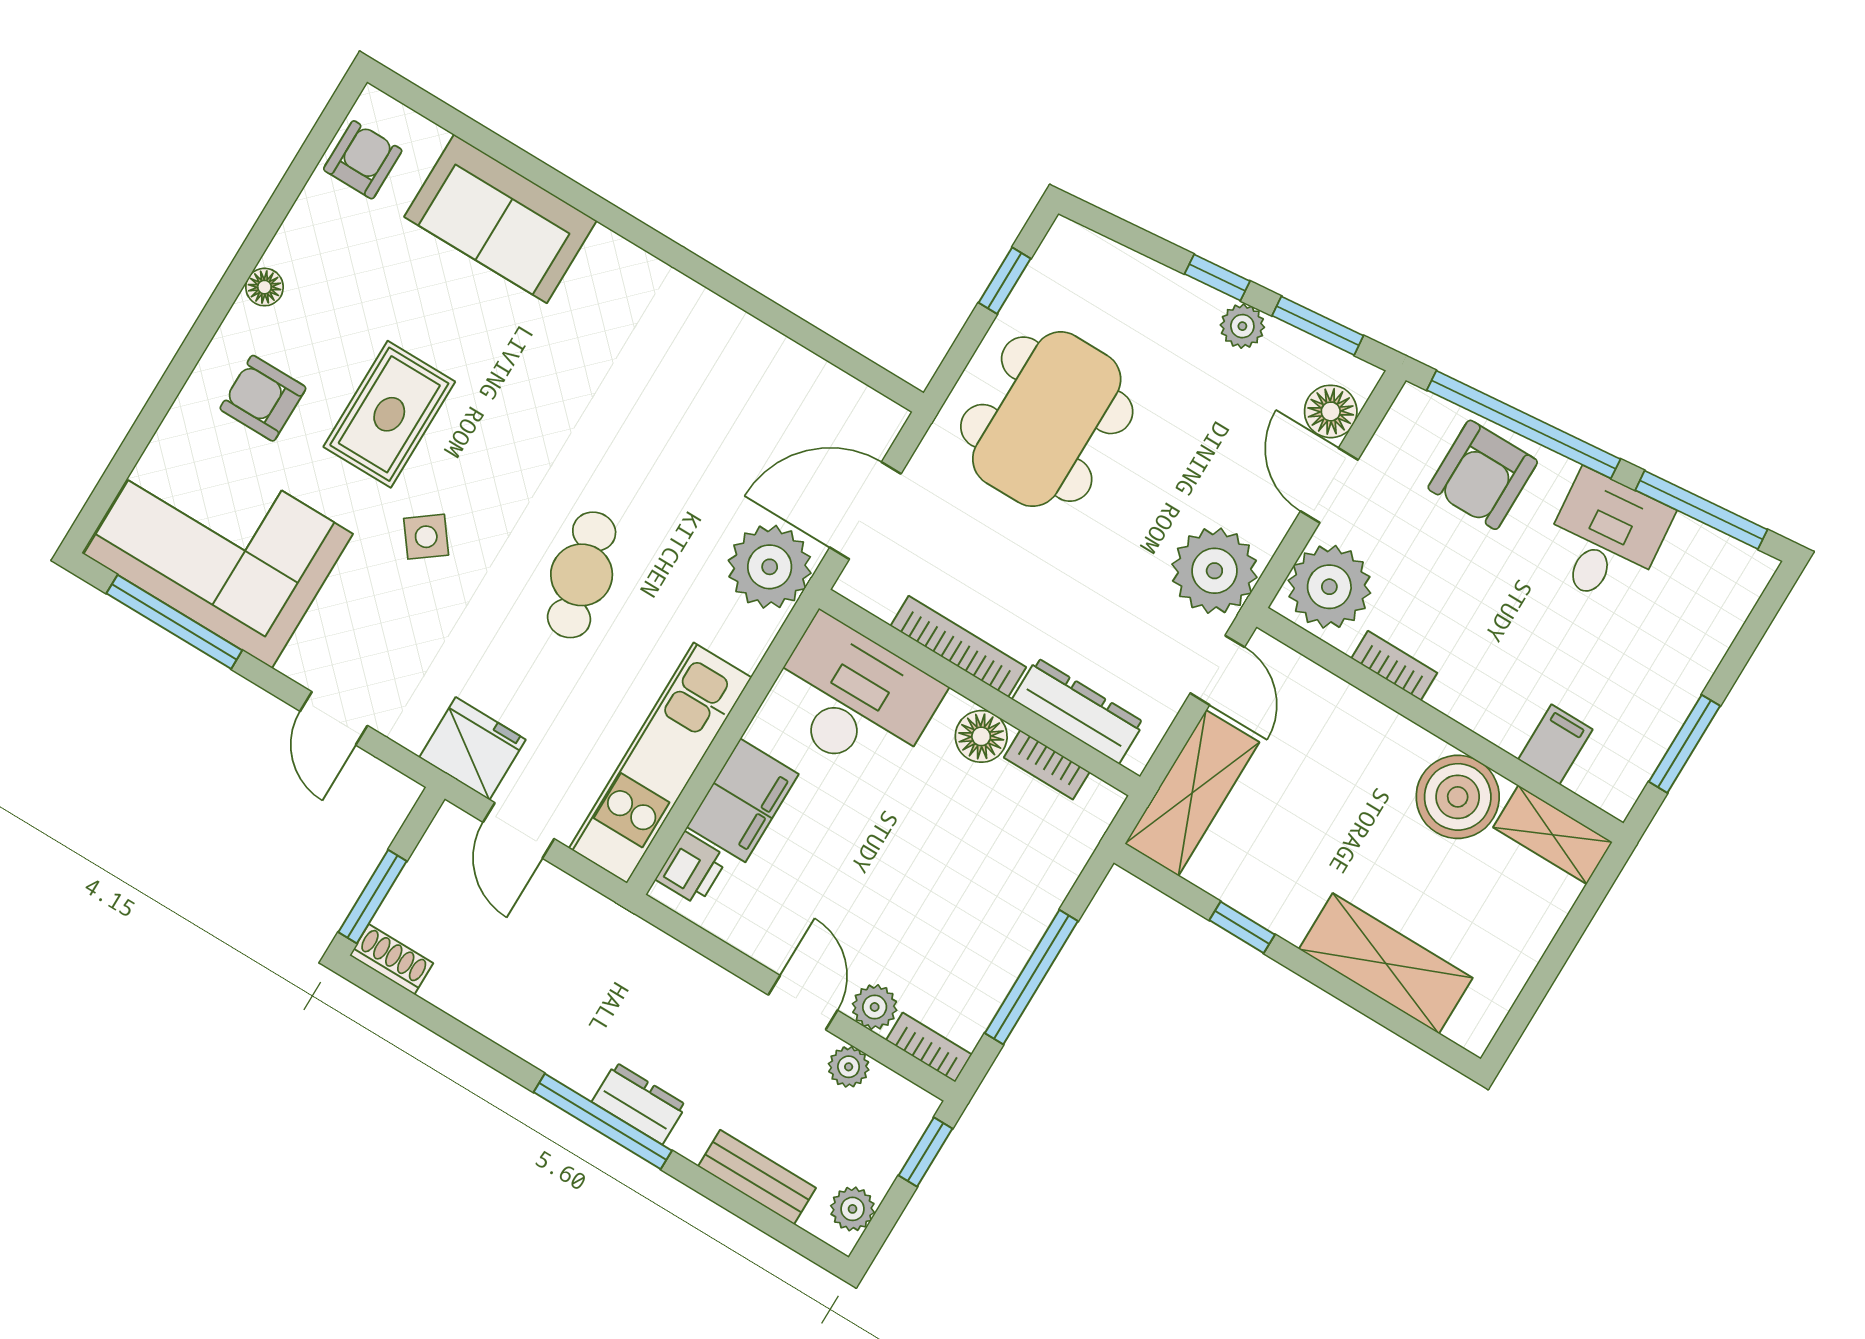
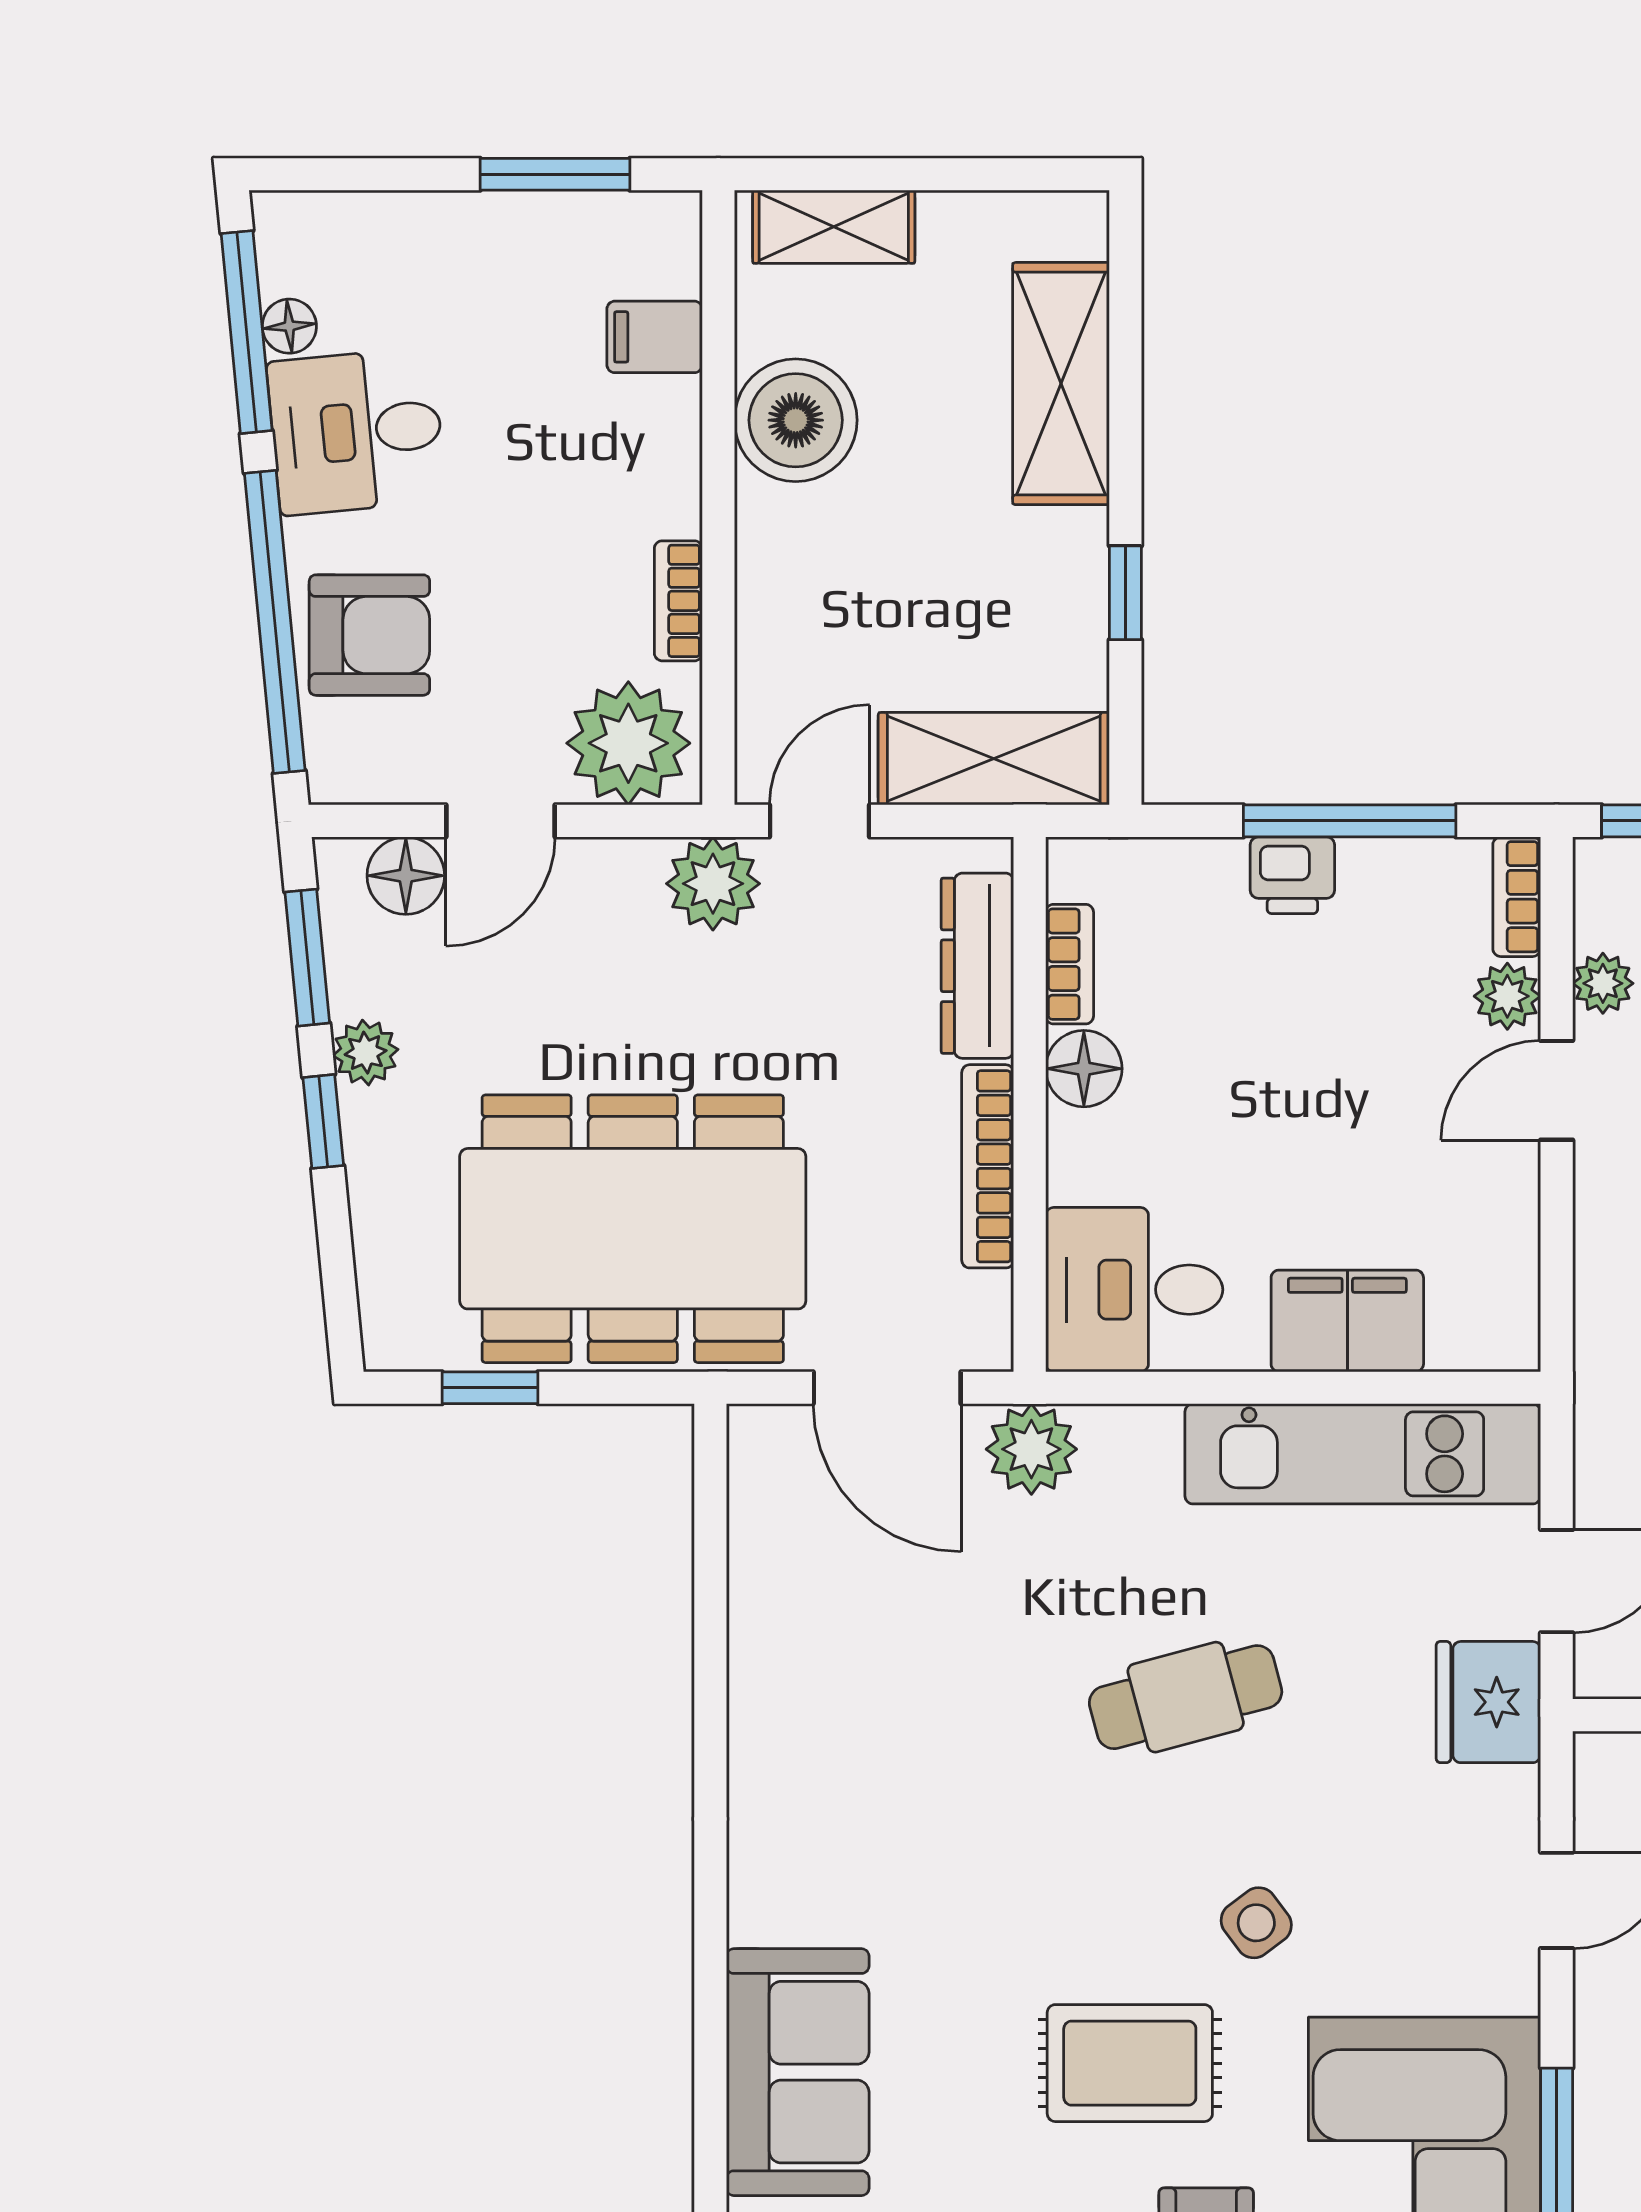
dining table: (1047, 419) -> (633, 1229), width x1.36, depth x1.24
floor lamp: (1690, 537) -> (289, 326), added
plant: (770, 567) -> (1031, 1449), width x0.73, depth x0.73
plant: (1214, 571) -> (713, 884), width x0.73, depth x0.73
desk: (853, 699) -> (1134, 1290), width x0.73
shelving: (1553, 835) -> (834, 227), moved, turned 90
printer: (692, 868) -> (1292, 875), moved, turned 180

